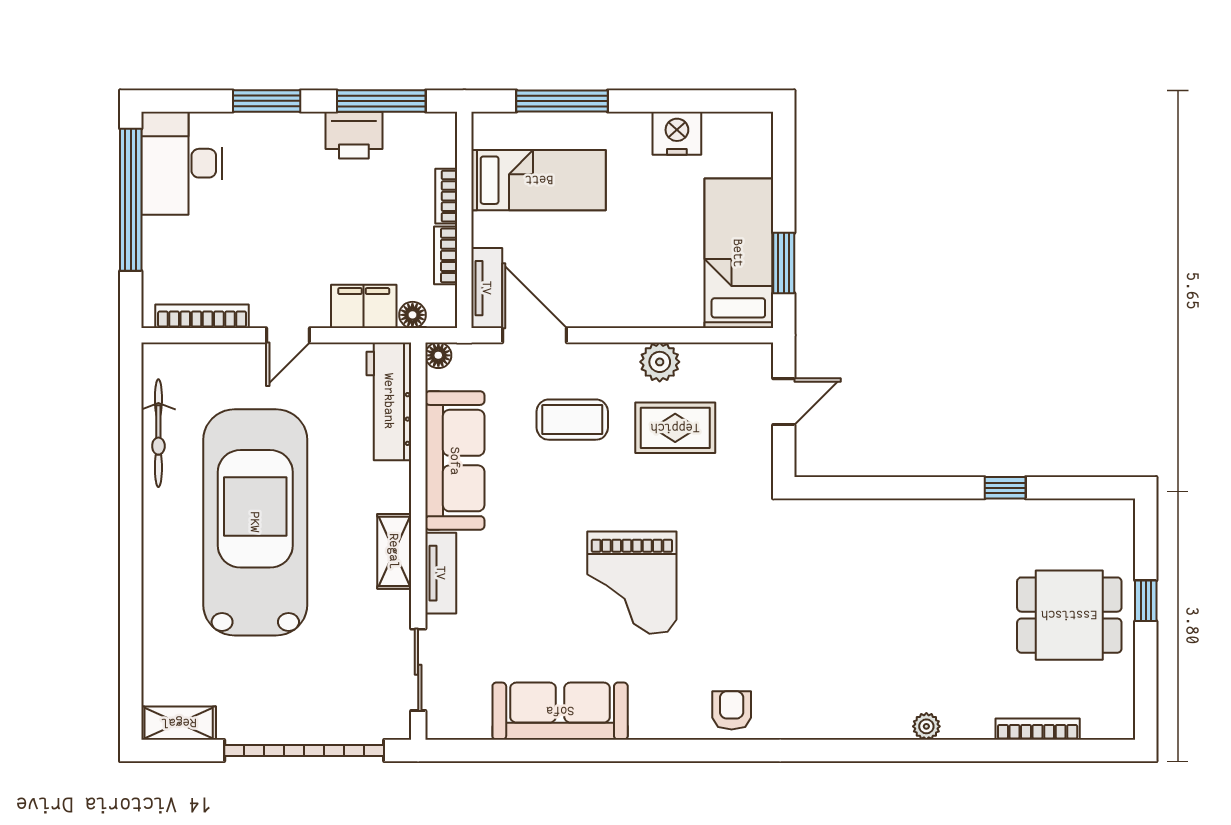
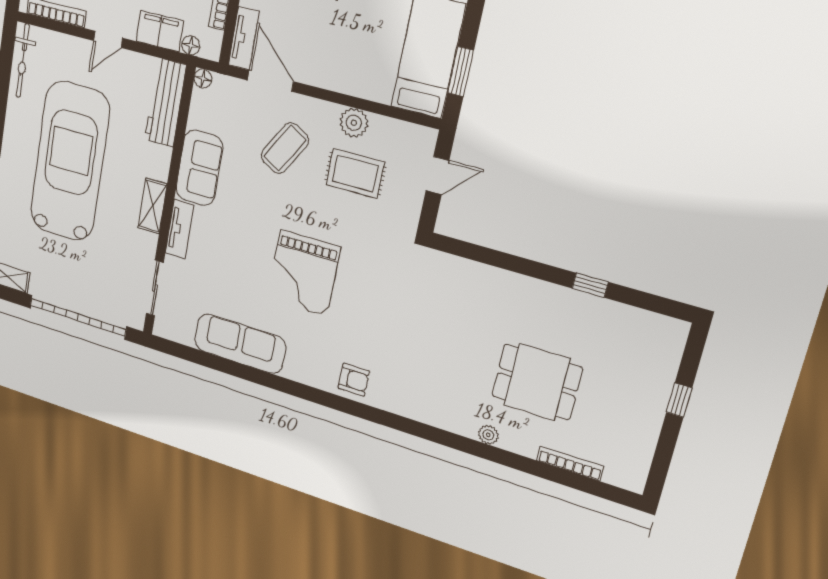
coffee table: (572, 420) -> (285, 148), turned -60
bicycle: (158, 433) -> (23, 61), moved
sofa: (455, 461) -> (199, 168), width x0.73
dining table: (1069, 615) -> (537, 382), moved
armchair: (732, 710) -> (354, 380), turned 90

